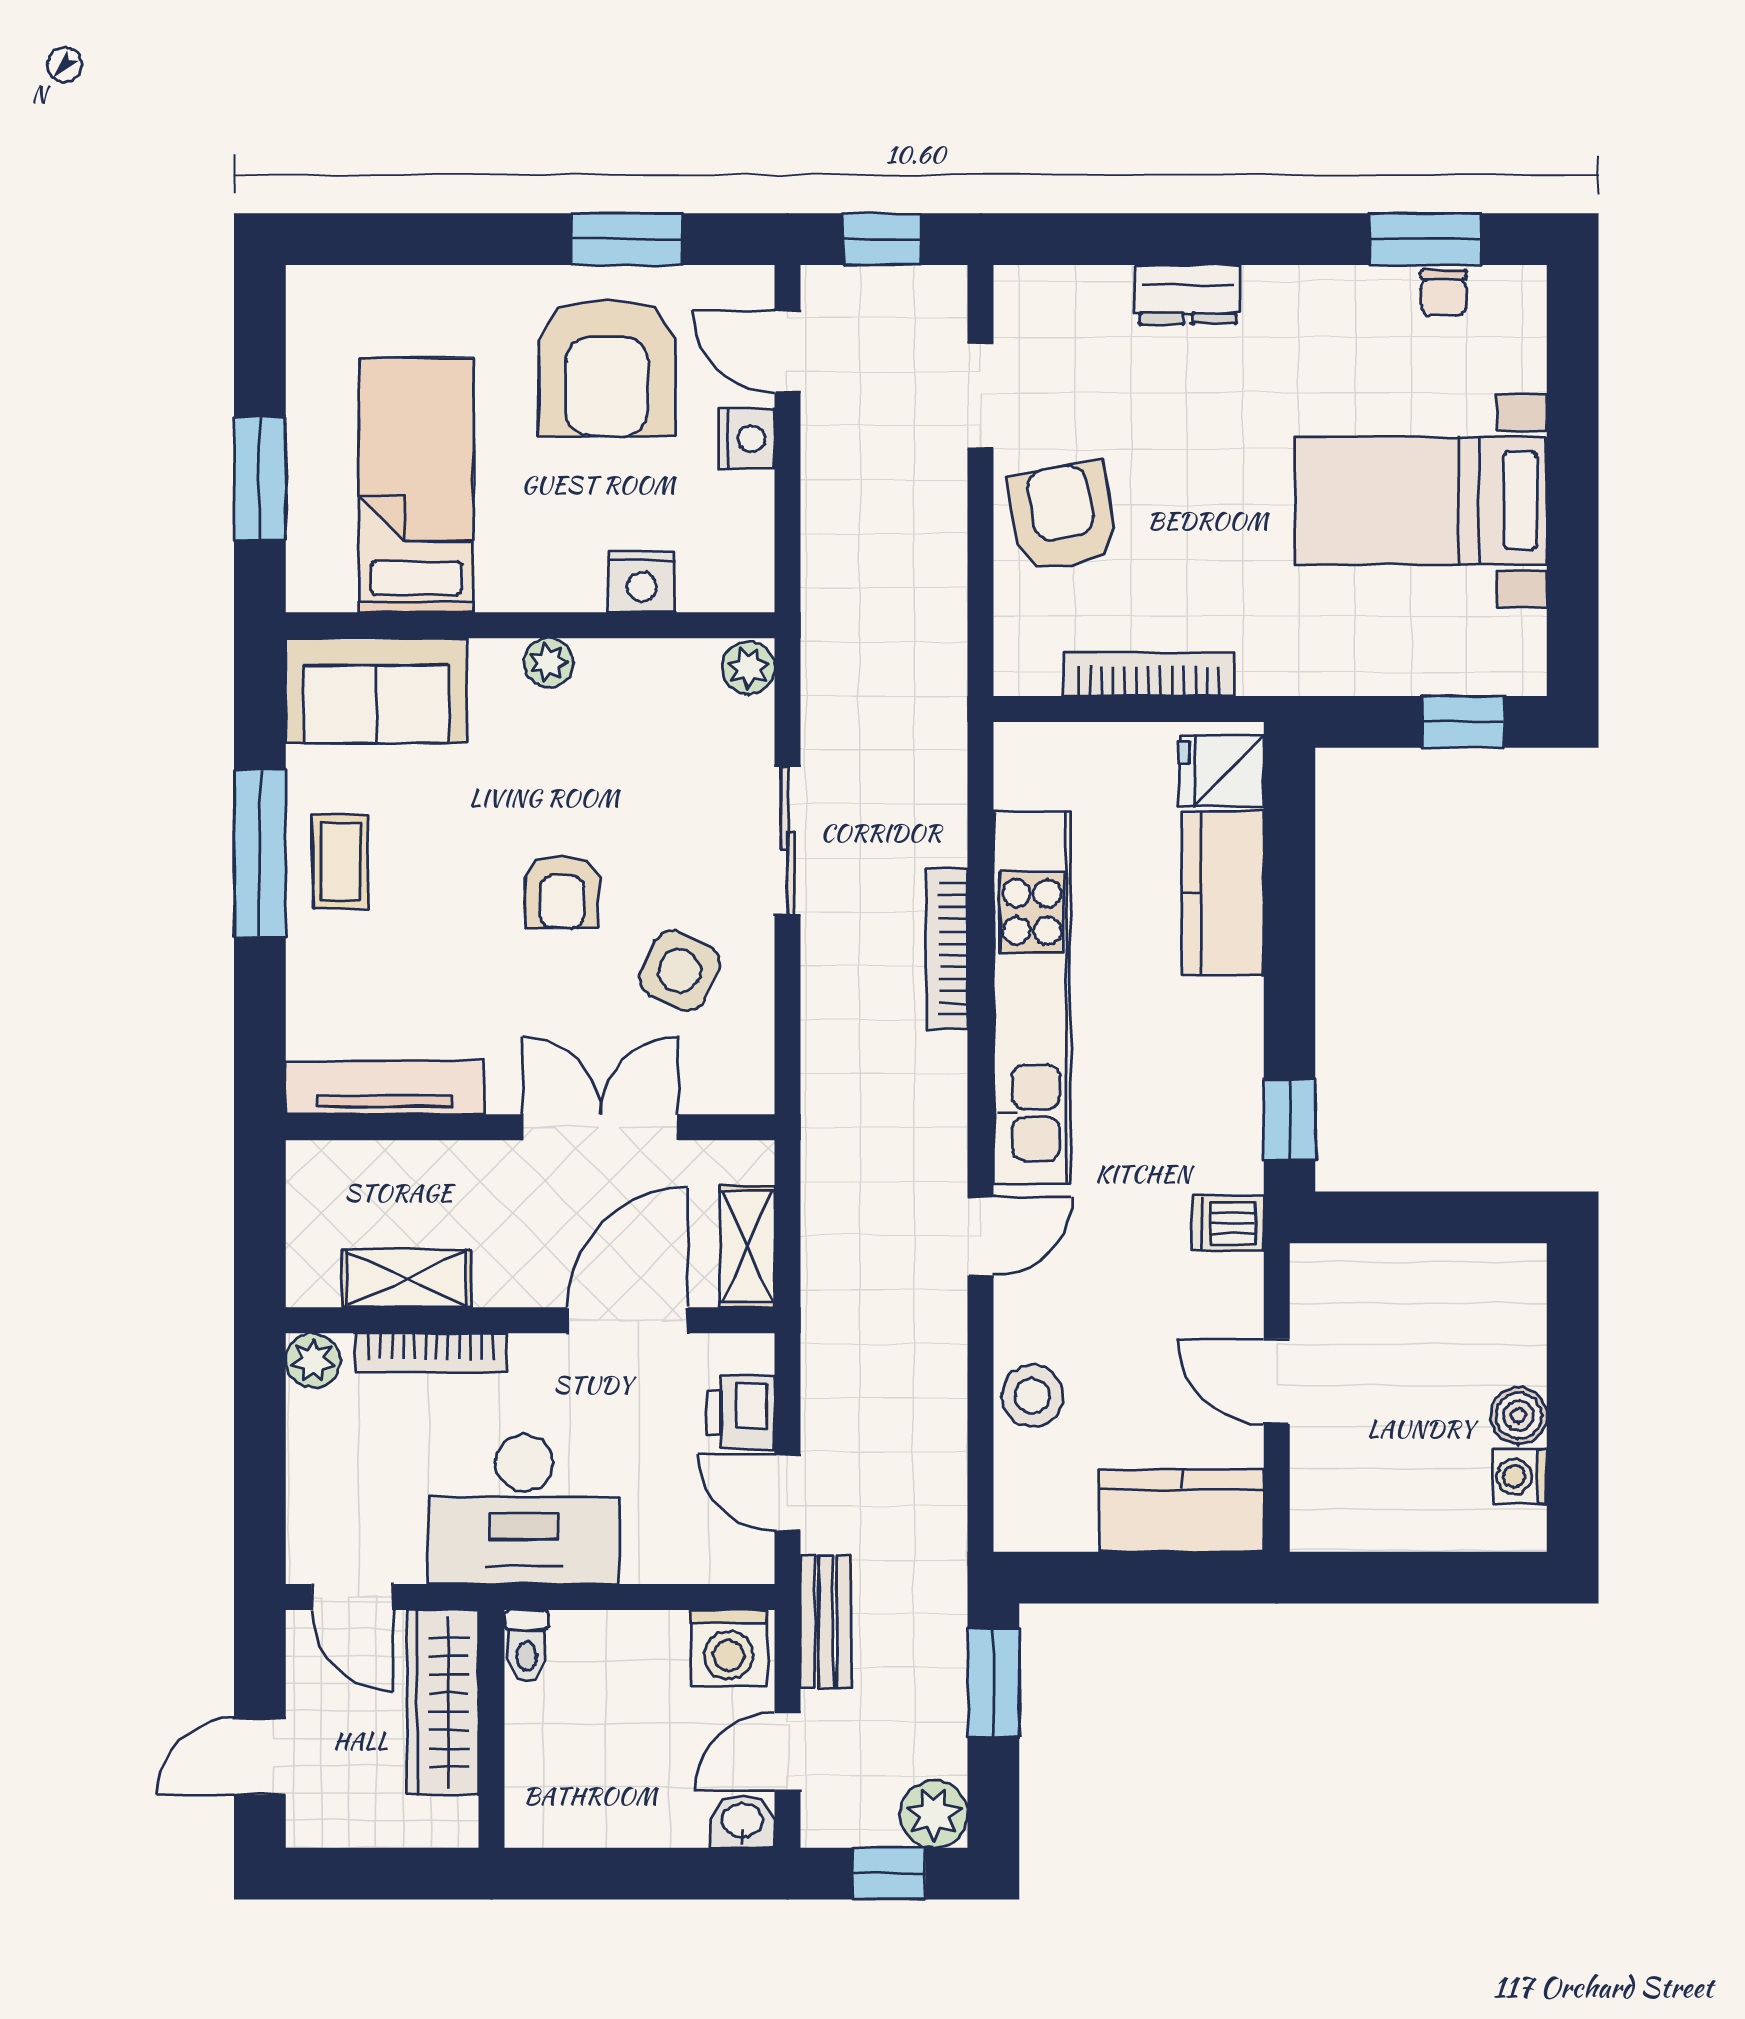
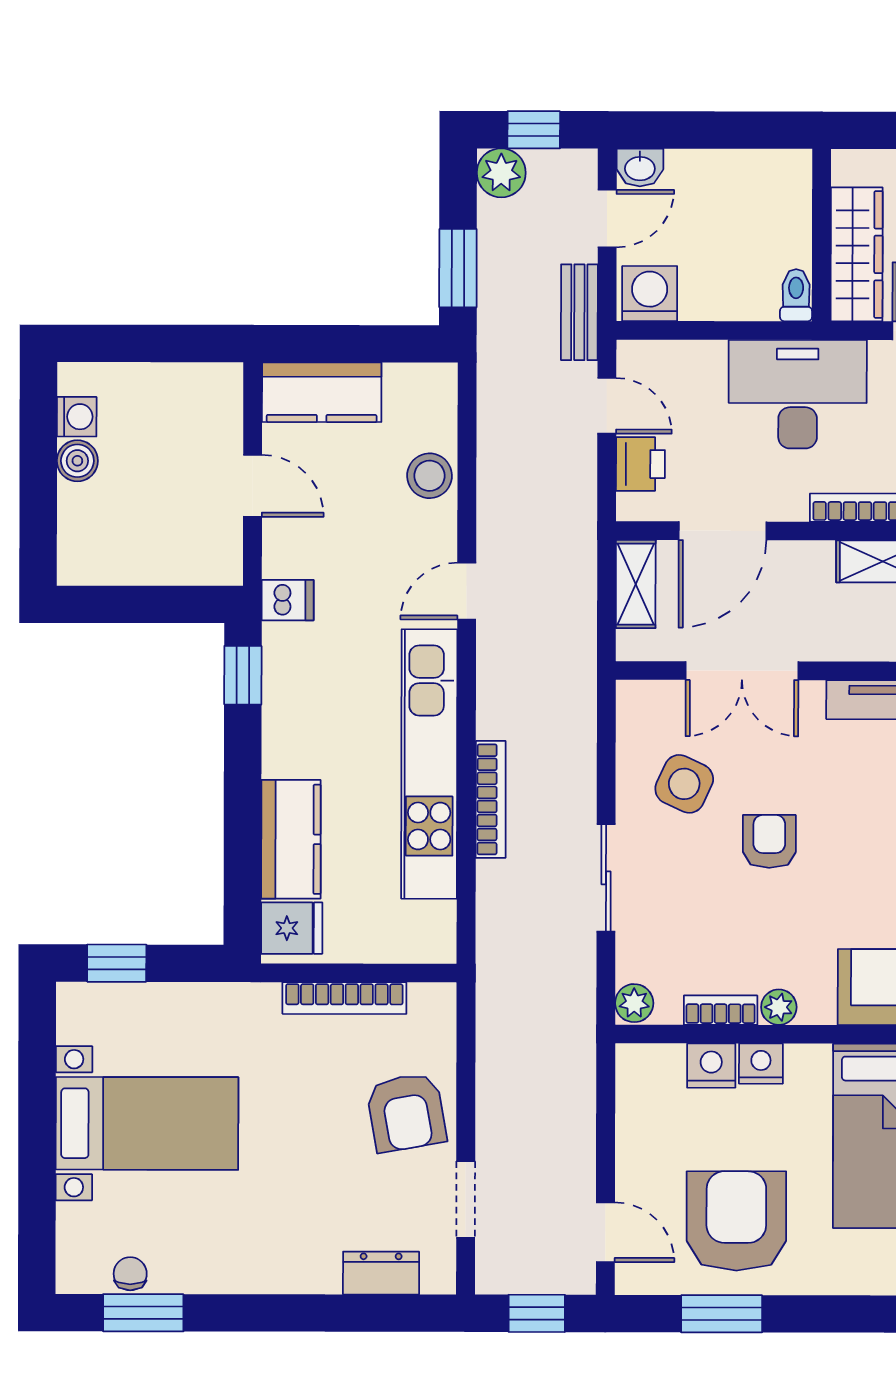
dresser: (1188, 294) -> (381, 1273), moved
nightstand: (747, 439) -> (761, 1064), moved, turned 90
bookcase: (629, 658) -> (721, 1010), added

